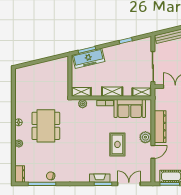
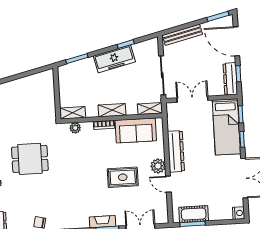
freezer: (88, 58) -> (114, 59), moved
dining table: (46, 126) -> (30, 159), width x0.73
rug: (117, 144) -> (123, 177), turned 90
door: (153, 152) -> (168, 184), swing flipped

